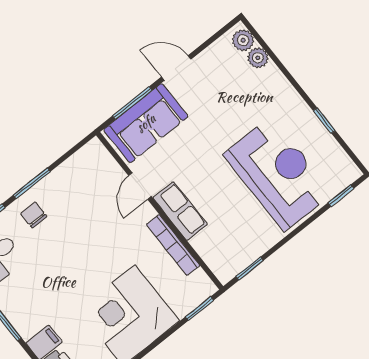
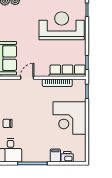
door: (140, 186) -> (27, 78), swing flipped
row of seats: (180, 211) -> (68, 71), moved, width x1.48

